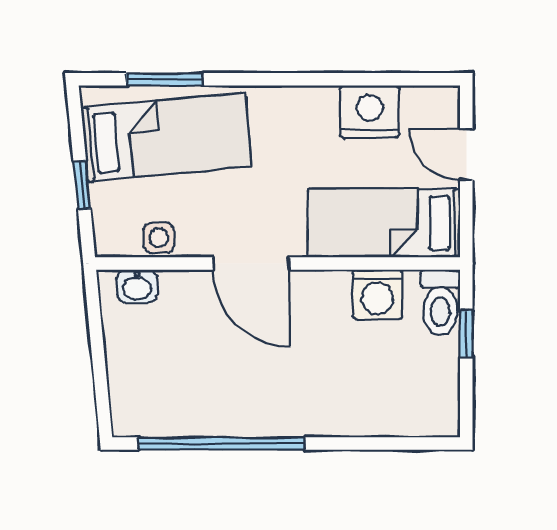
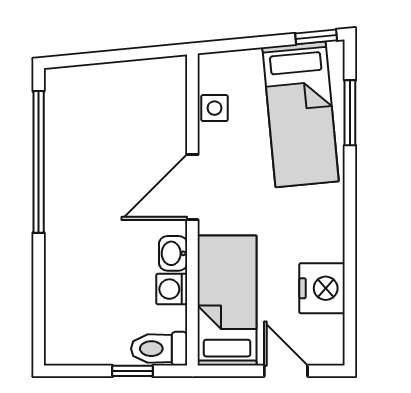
door: (466, 154) -> (286, 371), hinge flipped
window: (82, 185) -> (316, 37), moved
washbasin: (137, 286) -> (173, 253), moved
washing machine: (377, 294) -> (172, 289), width x0.73, depth x0.73

